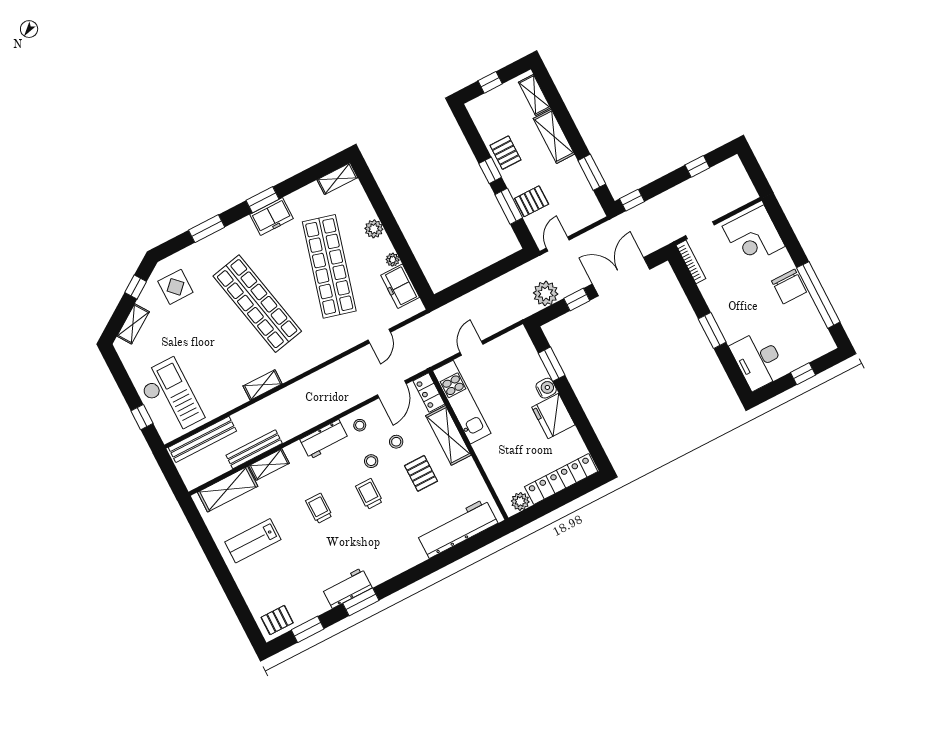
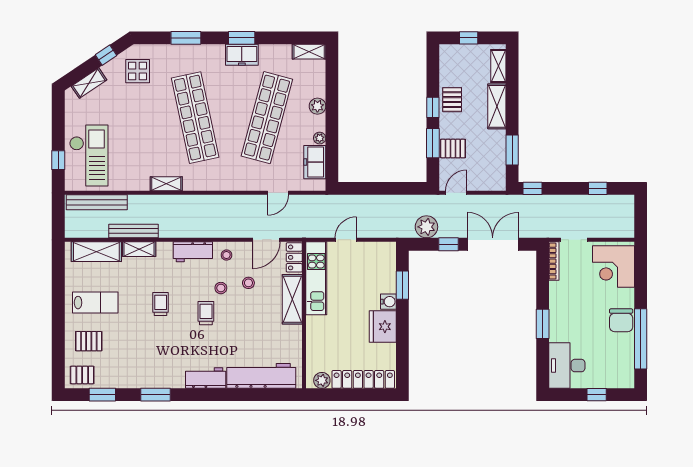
pallet: (421, 473) -> (89, 341), moved, turned 90
lab bench: (253, 541) -> (95, 303), turned 180
workbench: (347, 588) -> (206, 378), moved

